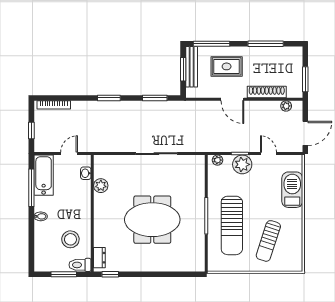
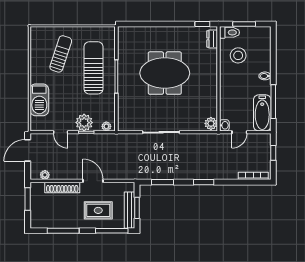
washbasin: (86, 173) -> (224, 125), moved
plant: (101, 186) -> (211, 124), moved

